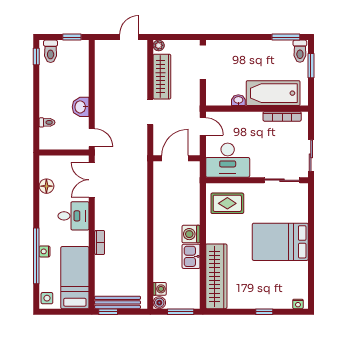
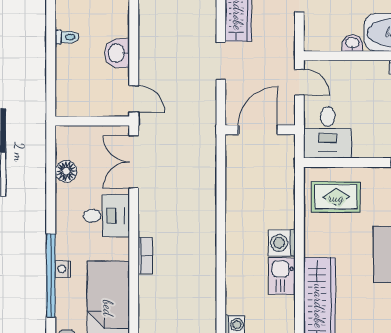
toilet: (47, 122) -> (67, 37), moved
desk: (228, 160) -> (328, 132), width x0.73

